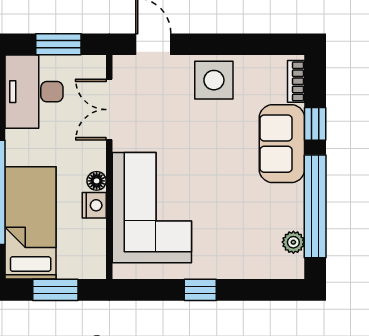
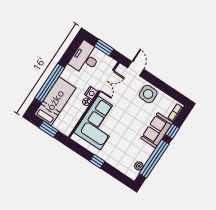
double door: (109, 110) -> (107, 81), swing flipped
nightstand: (94, 205) -> (91, 93), moved

